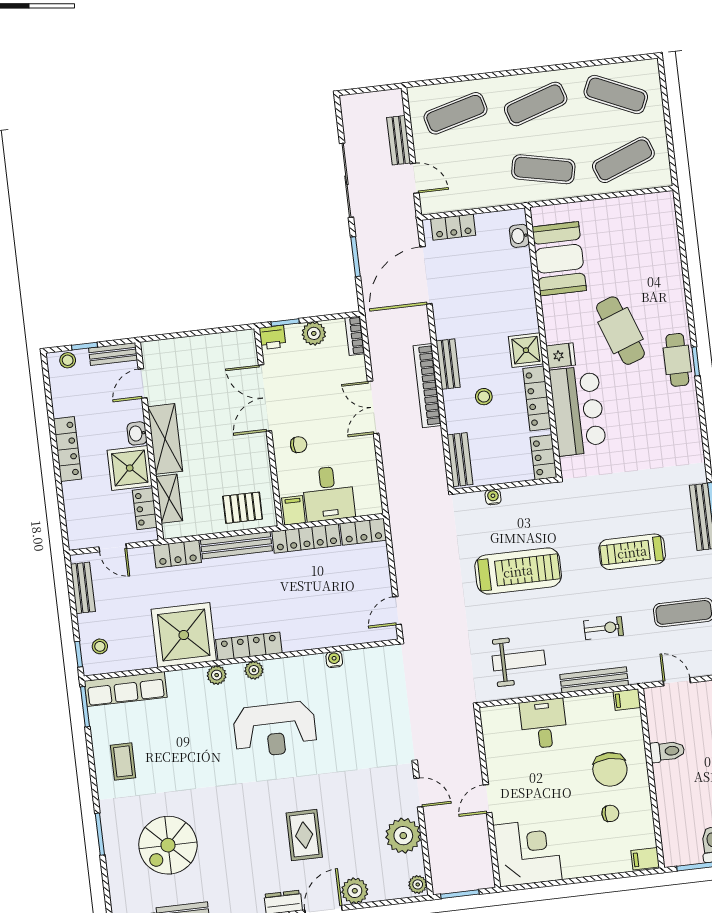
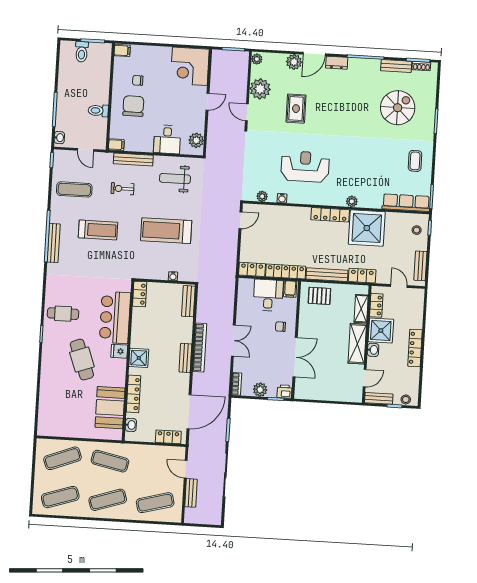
exercise mat: (616, 94) -> (60, 497), turned -42
cafe table: (677, 360) -> (63, 314), moved, turned 90
stool: (484, 397) -> (168, 335), removed
locker: (537, 398) -> (134, 394), moved
plant: (254, 670) -> (262, 196), moved
reception desk: (275, 729) -> (305, 167), moved
plant: (495, 731) -> (196, 140), added
rug: (304, 835) -> (296, 109), moved

